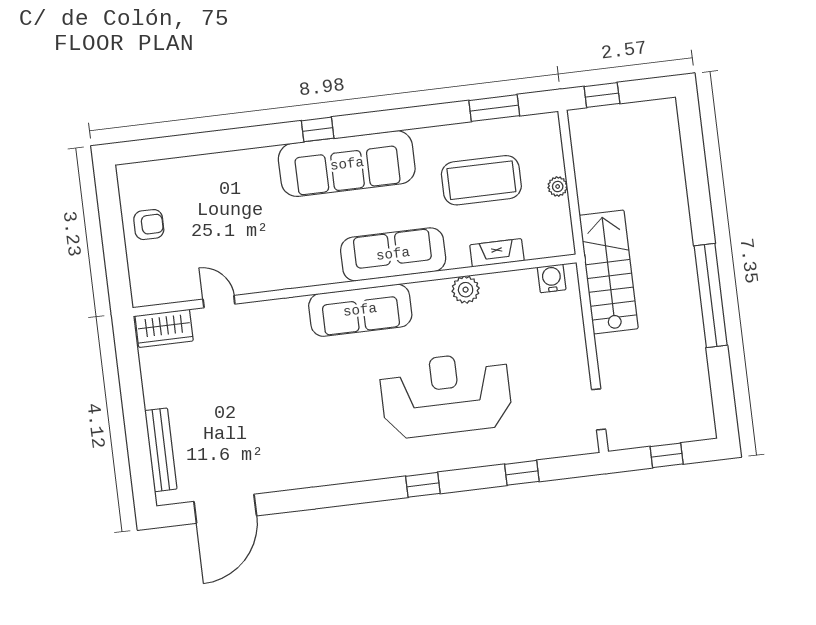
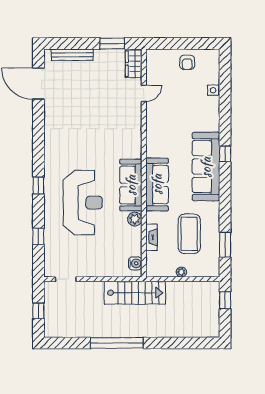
side table: (197, 168) -> (213, 90), added
sofa: (360, 310) -> (131, 185), moved
window: (130, 375) -> (112, 44), added

